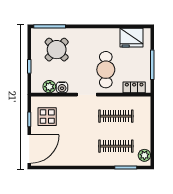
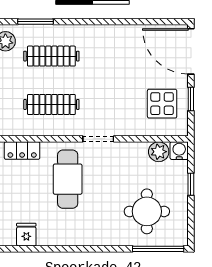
fridge: (131, 38) -> (26, 235), width x0.53, depth x0.75
round table: (57, 50) -> (147, 211), turned 45
water cooler: (62, 87) -> (179, 151), moved
door: (29, 149) -> (191, 51), hinge flipped

